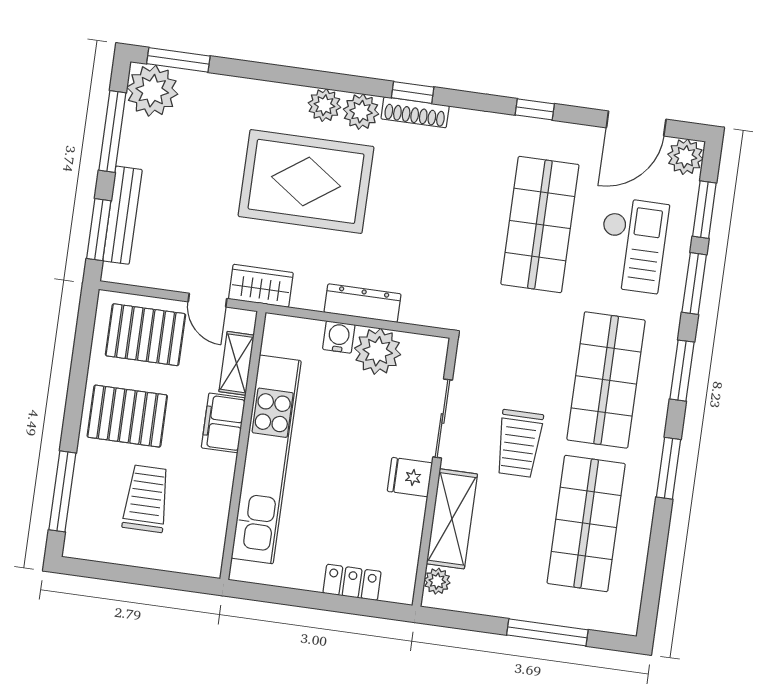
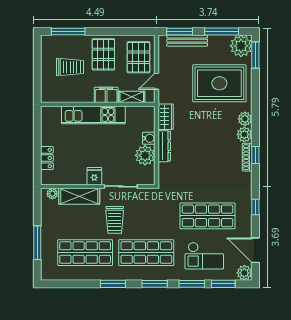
rug: (306, 181) -> (219, 83), moved, turned 90
wardrobe: (261, 286) -> (166, 117), moved
trolley: (519, 444) -> (115, 220), turned -90
kitchen unit: (266, 459) -> (93, 115), width x0.73

